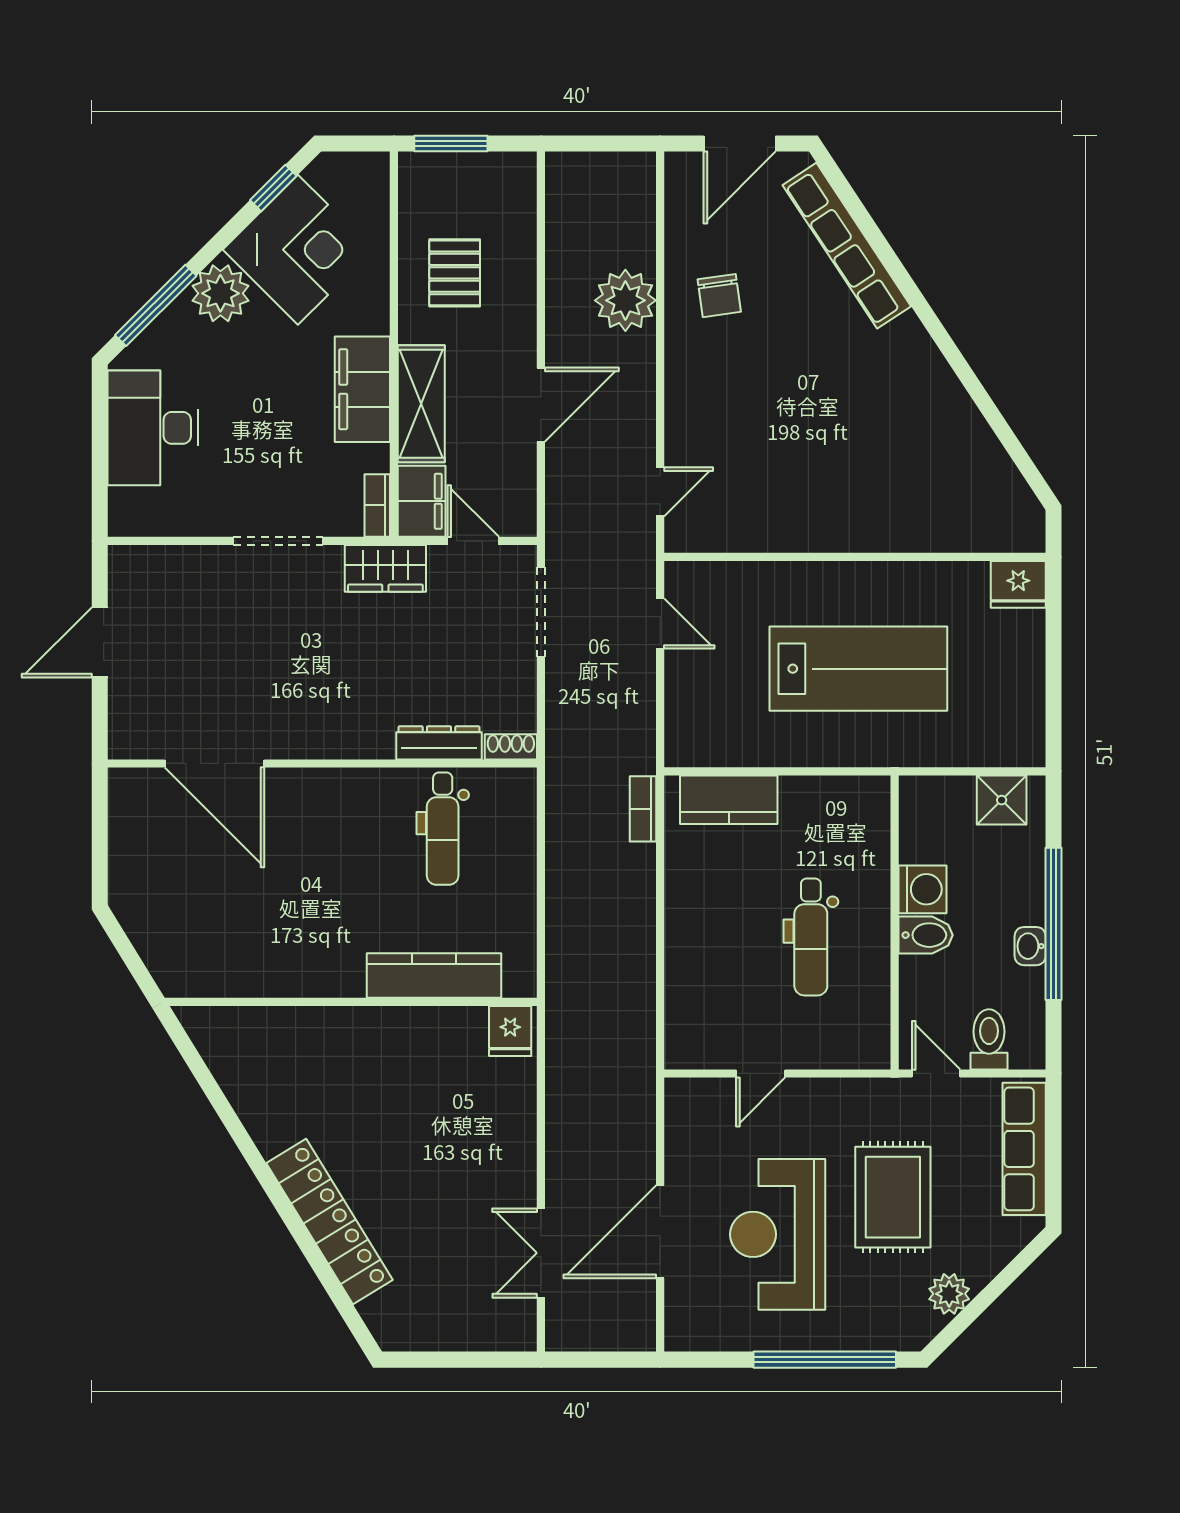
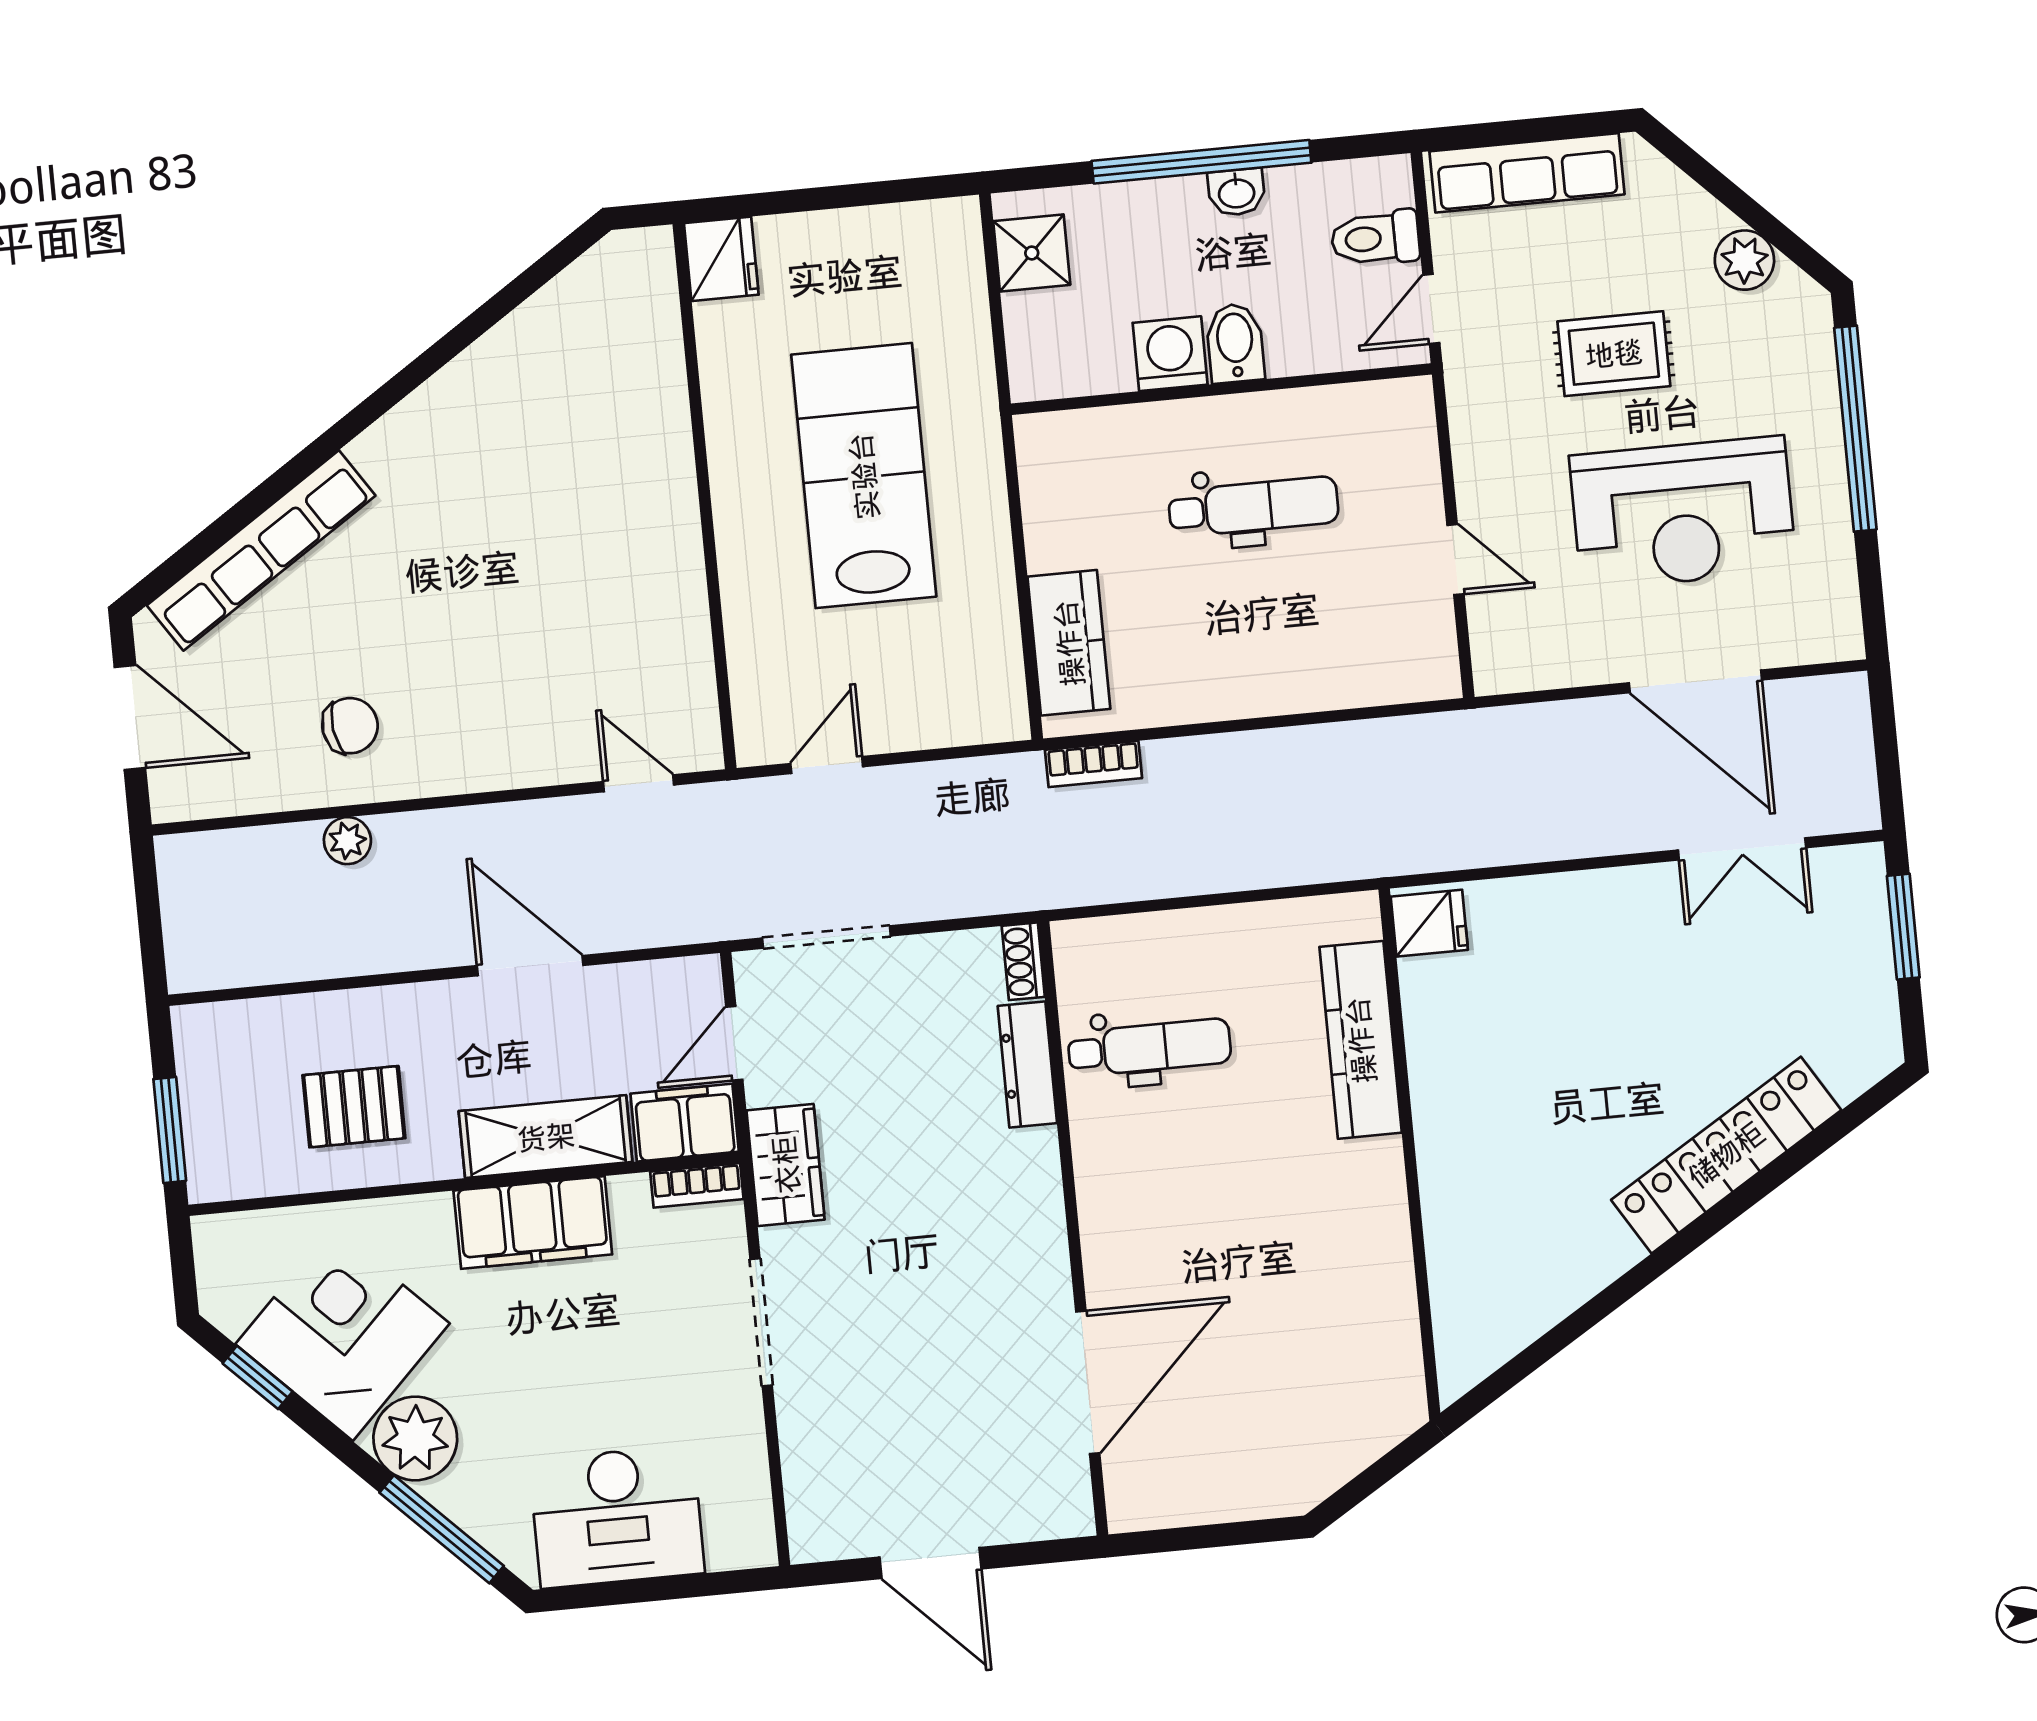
plant: (625, 300) -> (347, 841), width x0.53, depth x0.53
rug: (893, 1197) -> (1614, 354), width x0.73, depth x0.70
window: (476, 1360) -> (1903, 927), added

